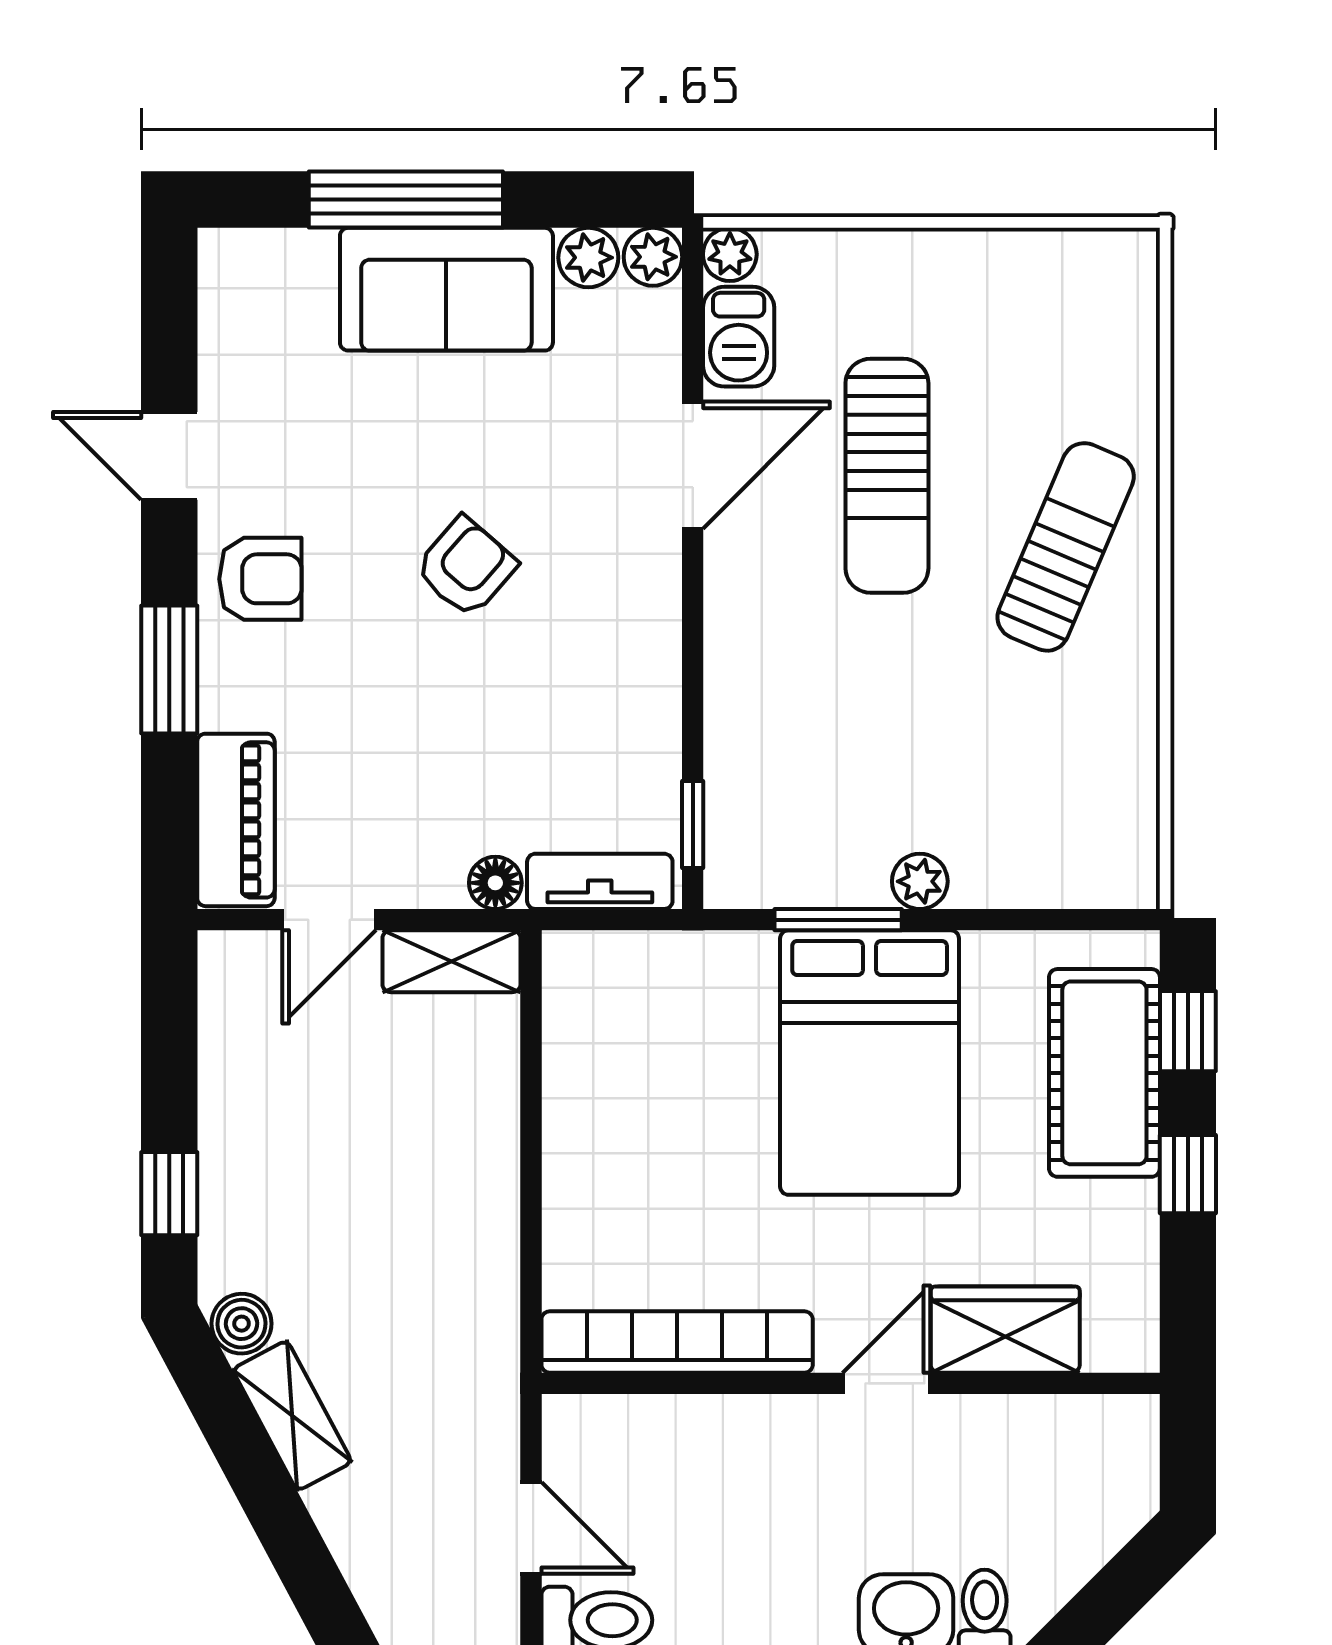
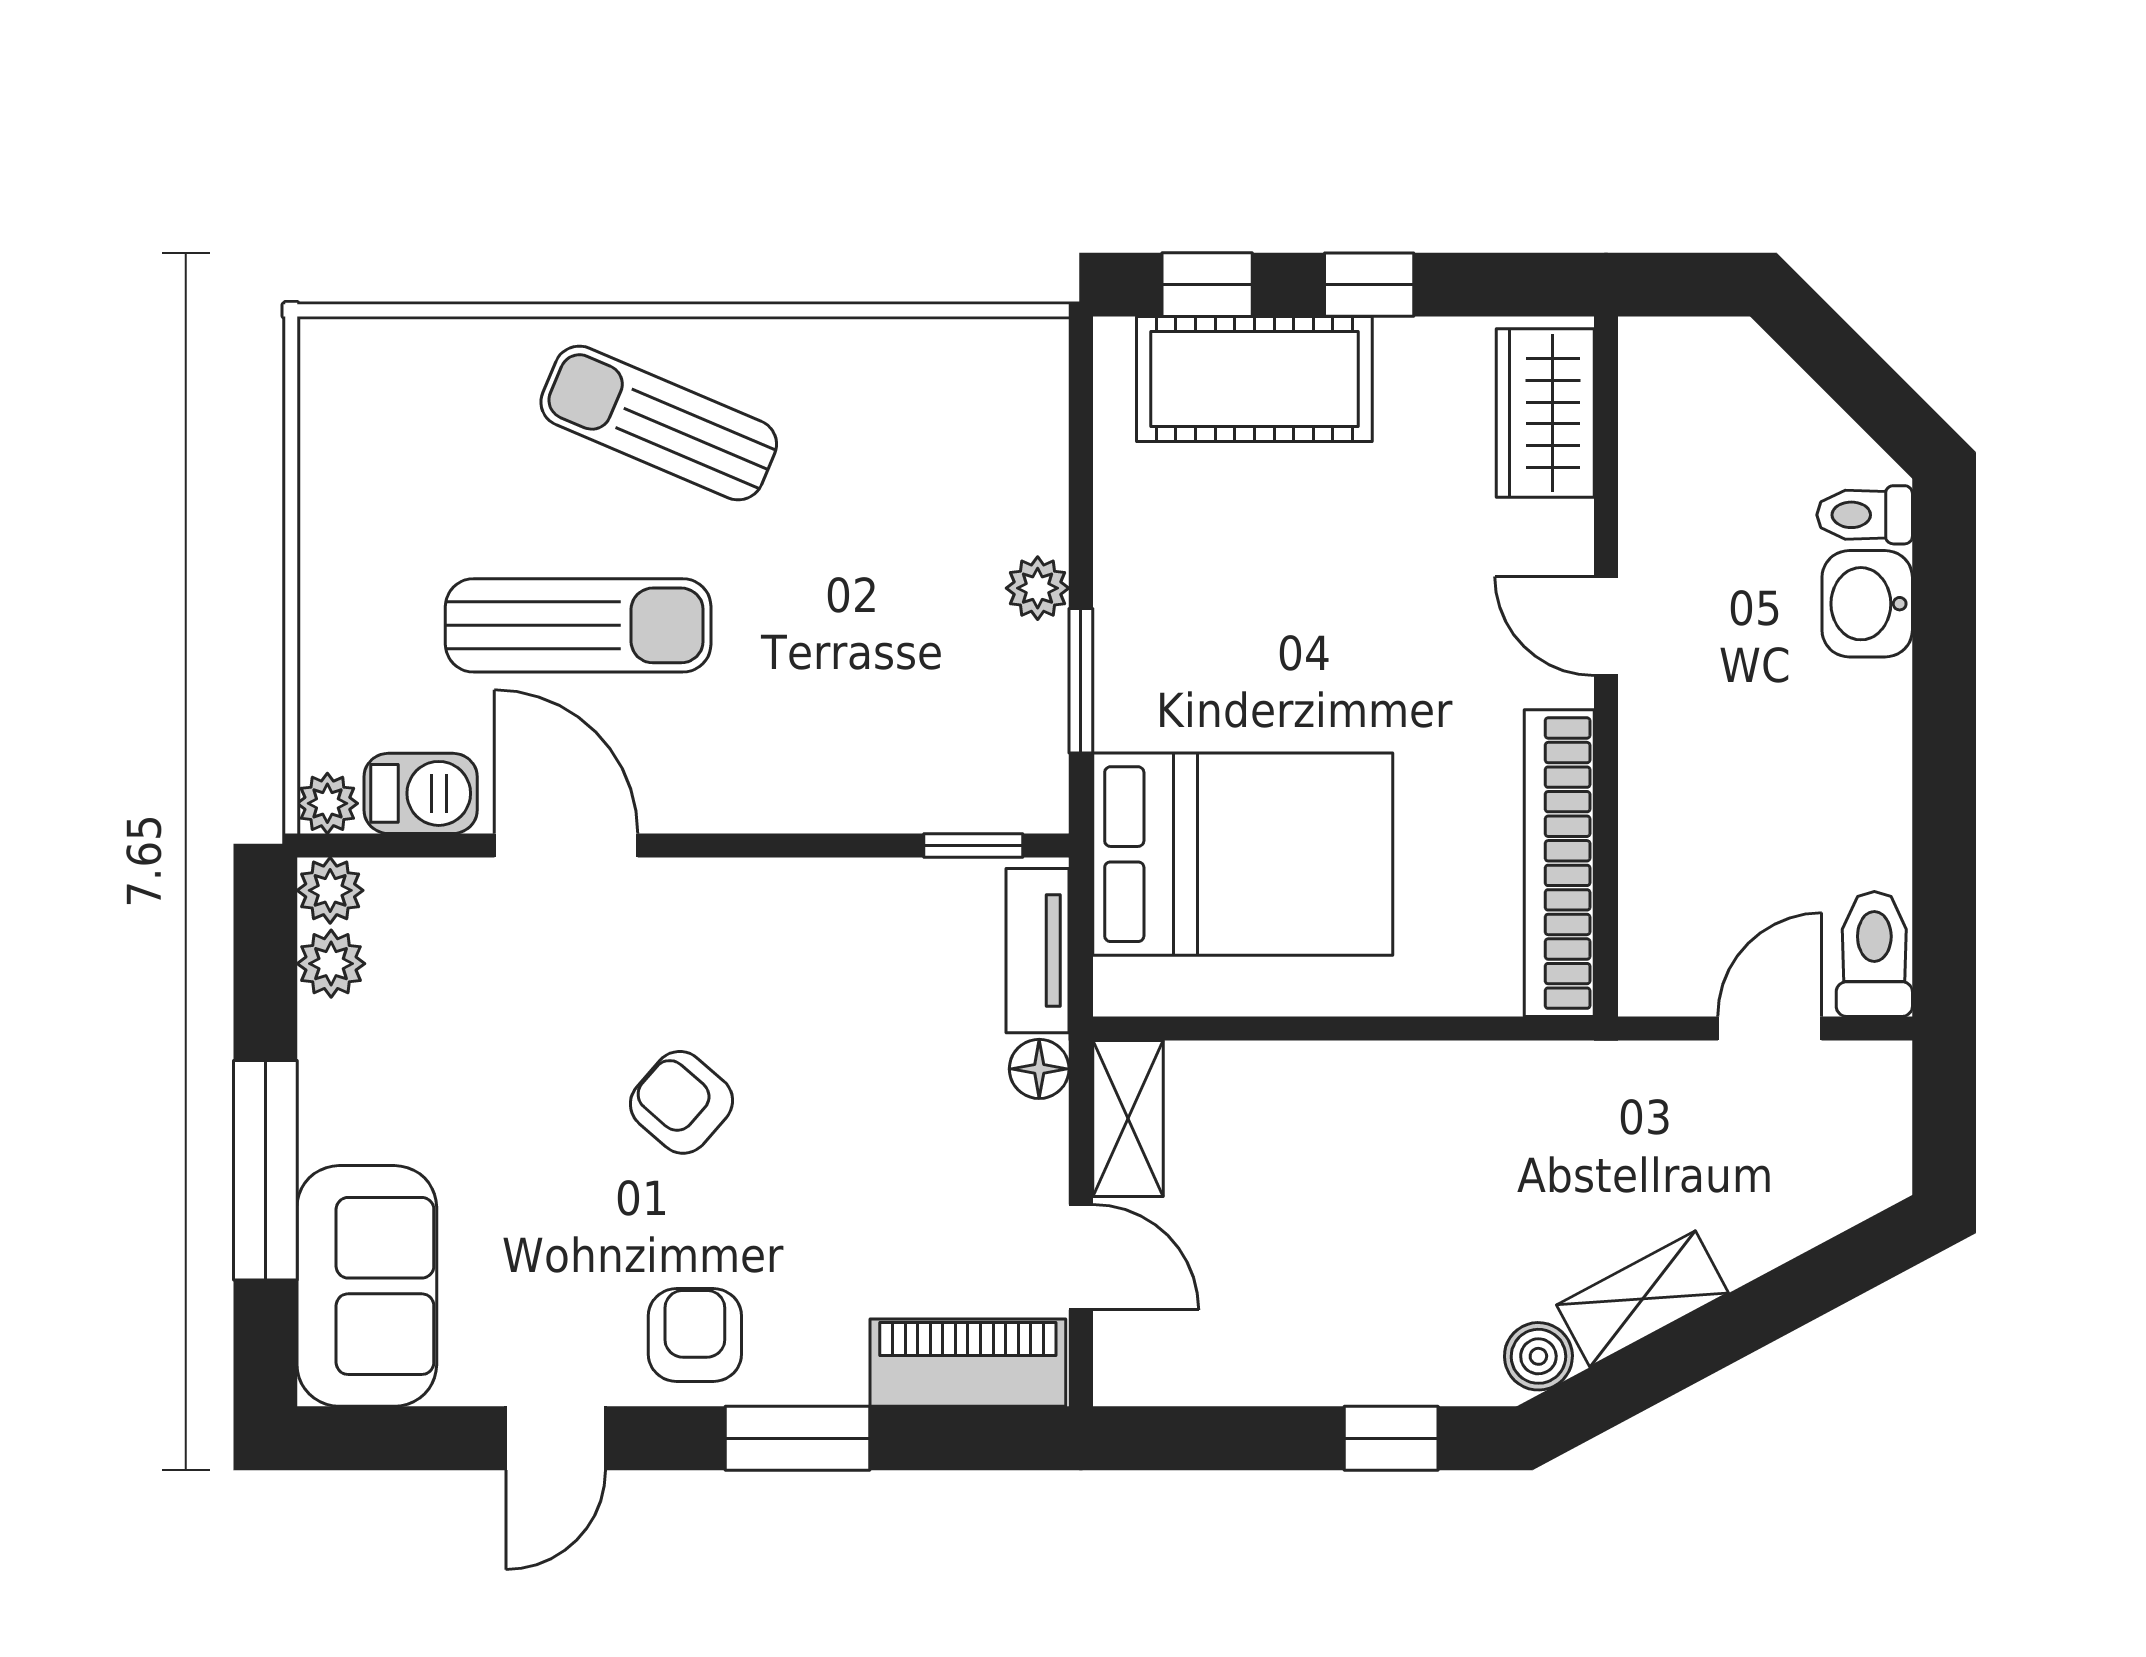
sofa: (446, 289) -> (367, 1286), moved
bed: (870, 1063) -> (1243, 854), moved
wardrobe: (1005, 1330) -> (1545, 413), moved

